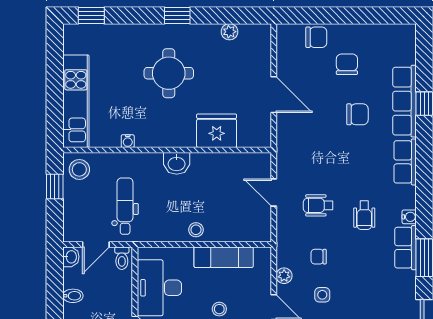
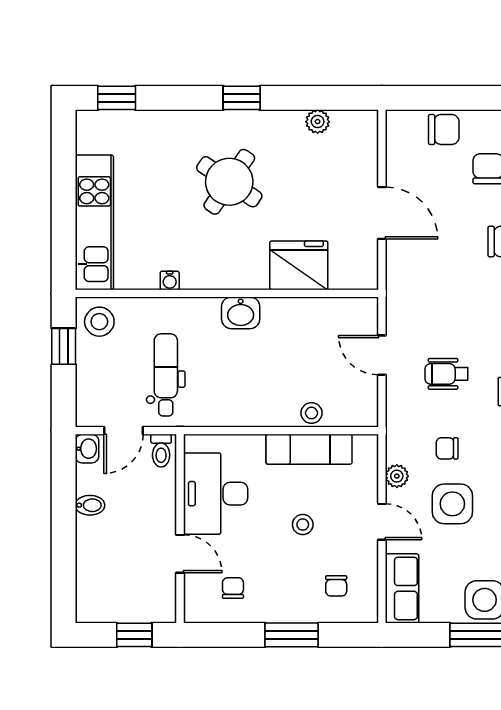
round table: (169, 73) -> (229, 182), turned 34
stool: (196, 230) -> (311, 413), moved
side table: (322, 295) -> (452, 504), width x1.87, depth x1.87

